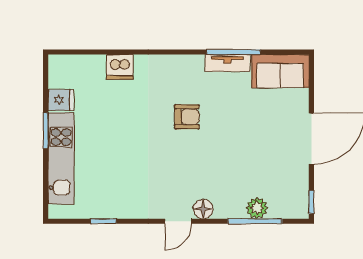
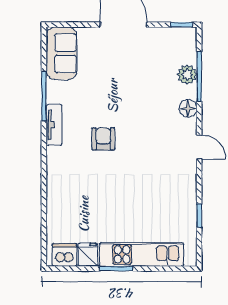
tv unit: (227, 63) -> (54, 125), moved
dishwasher: (120, 67) -> (64, 255), moved, turned -90
floor lamp: (203, 209) -> (188, 108), moved

